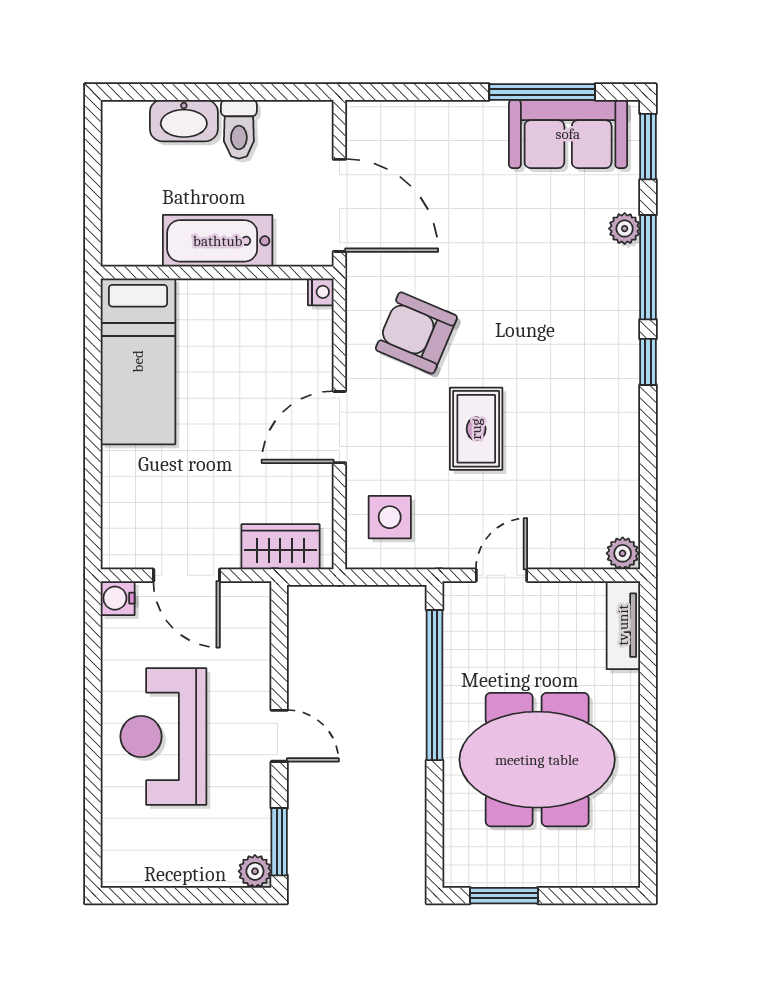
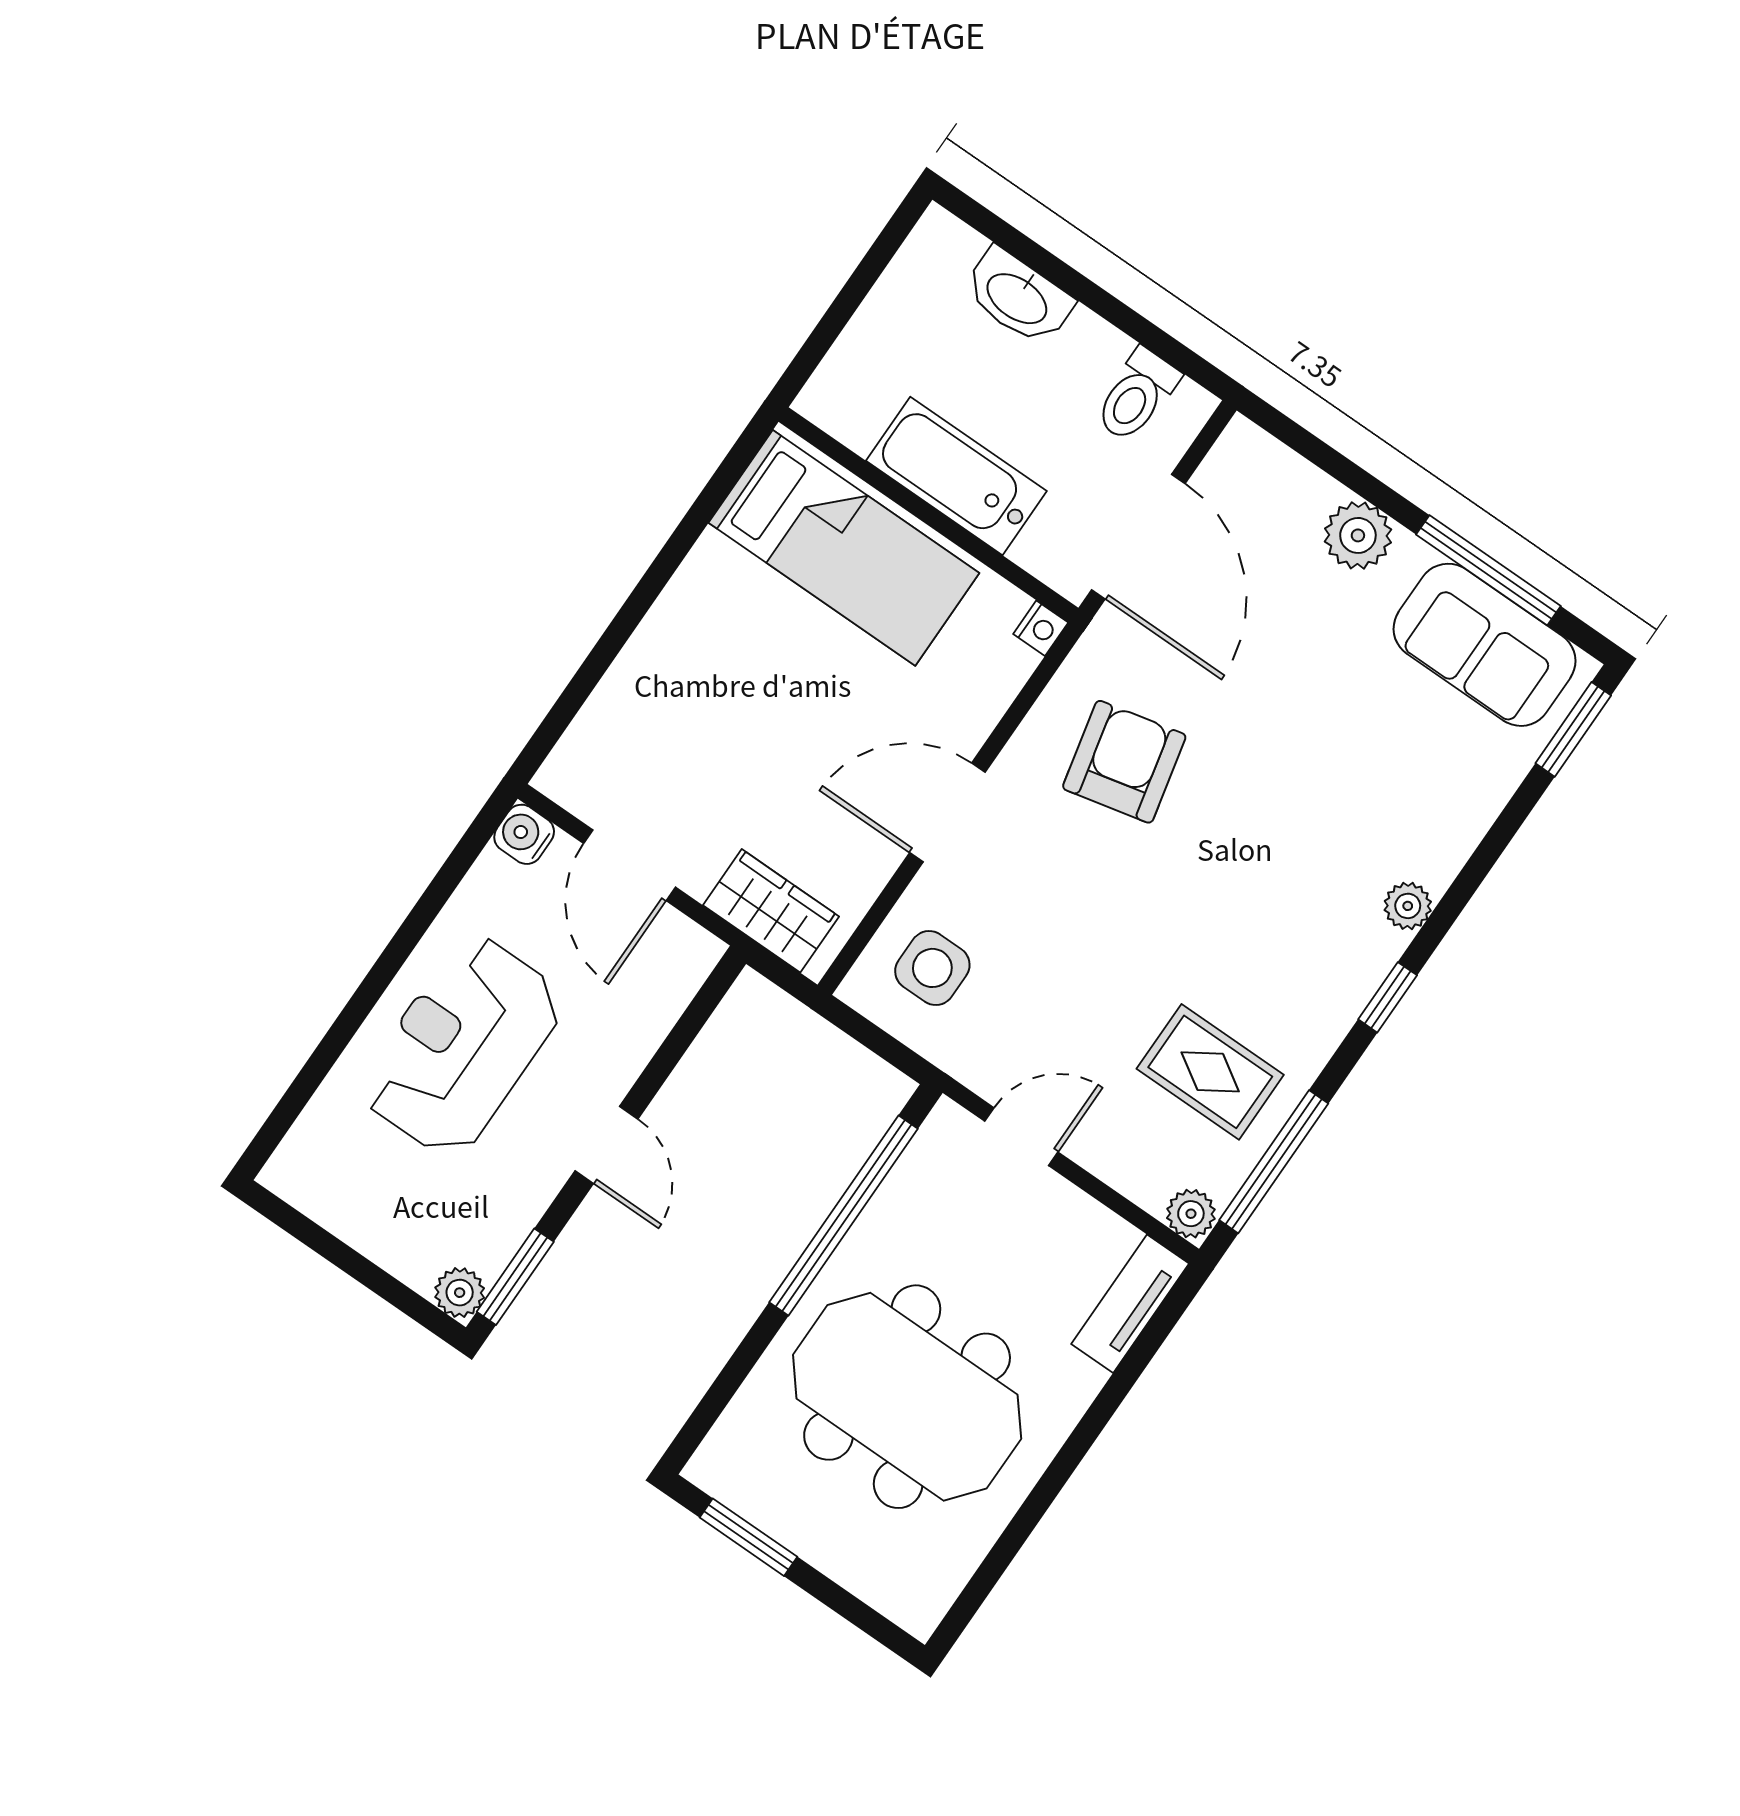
plant: (458, 122) -> (1358, 535), added
toilet: (239, 129) -> (1137, 395), moved
plant: (625, 229) -> (1408, 906), moved
window: (648, 267) -> (1274, 1162), moved
armchair: (416, 333) -> (1124, 762), turned 54
bed: (138, 361) -> (844, 548), moved, turned -90
rug: (476, 429) -> (1210, 1072), moved, turned 90

